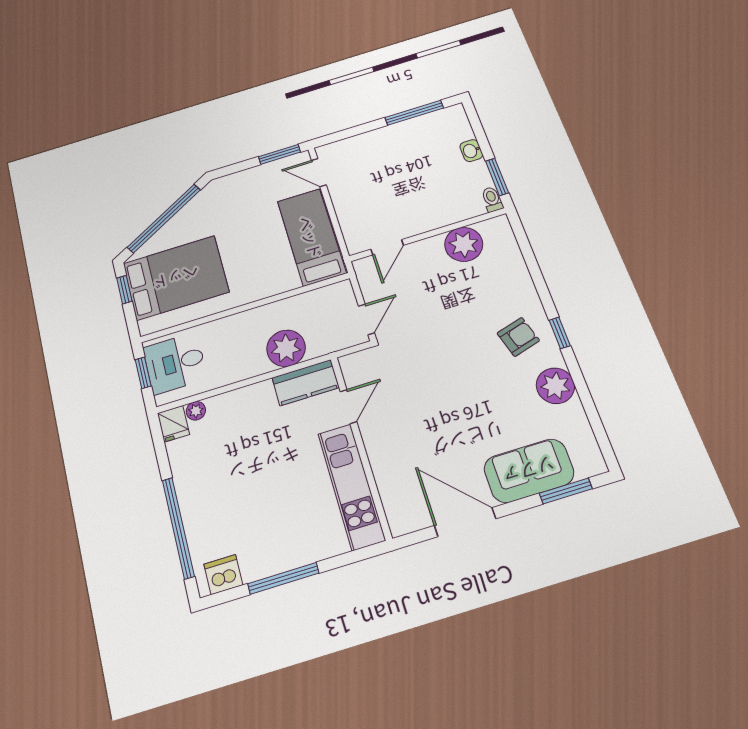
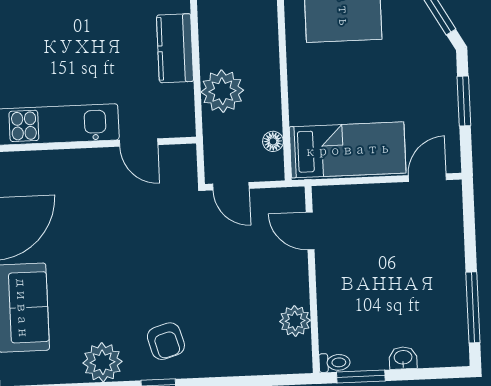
window: (280, 154) -> (464, 101), moved
plant: (464, 244) -> (295, 321), width x0.73, depth x0.73
floor lamp: (319, 296) -> (273, 141), added
kitchen counter: (306, 383) -> (175, 48), moved

